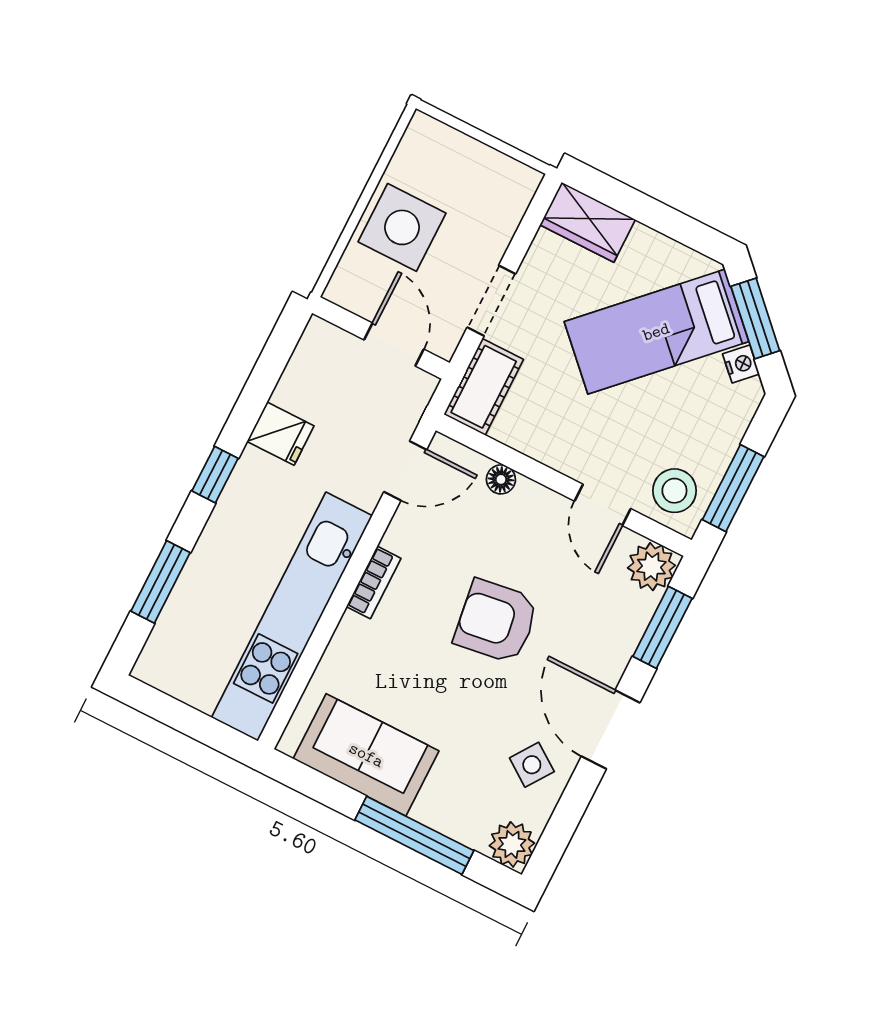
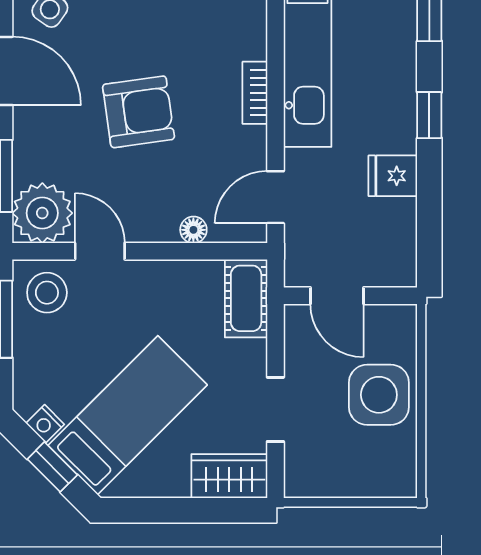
doorway: (491, 301) -> (275, 409), moved
window: (755, 318) -> (52, 467), width x0.67
plant: (651, 567) -> (42, 213), width x1.36, depth x1.36

